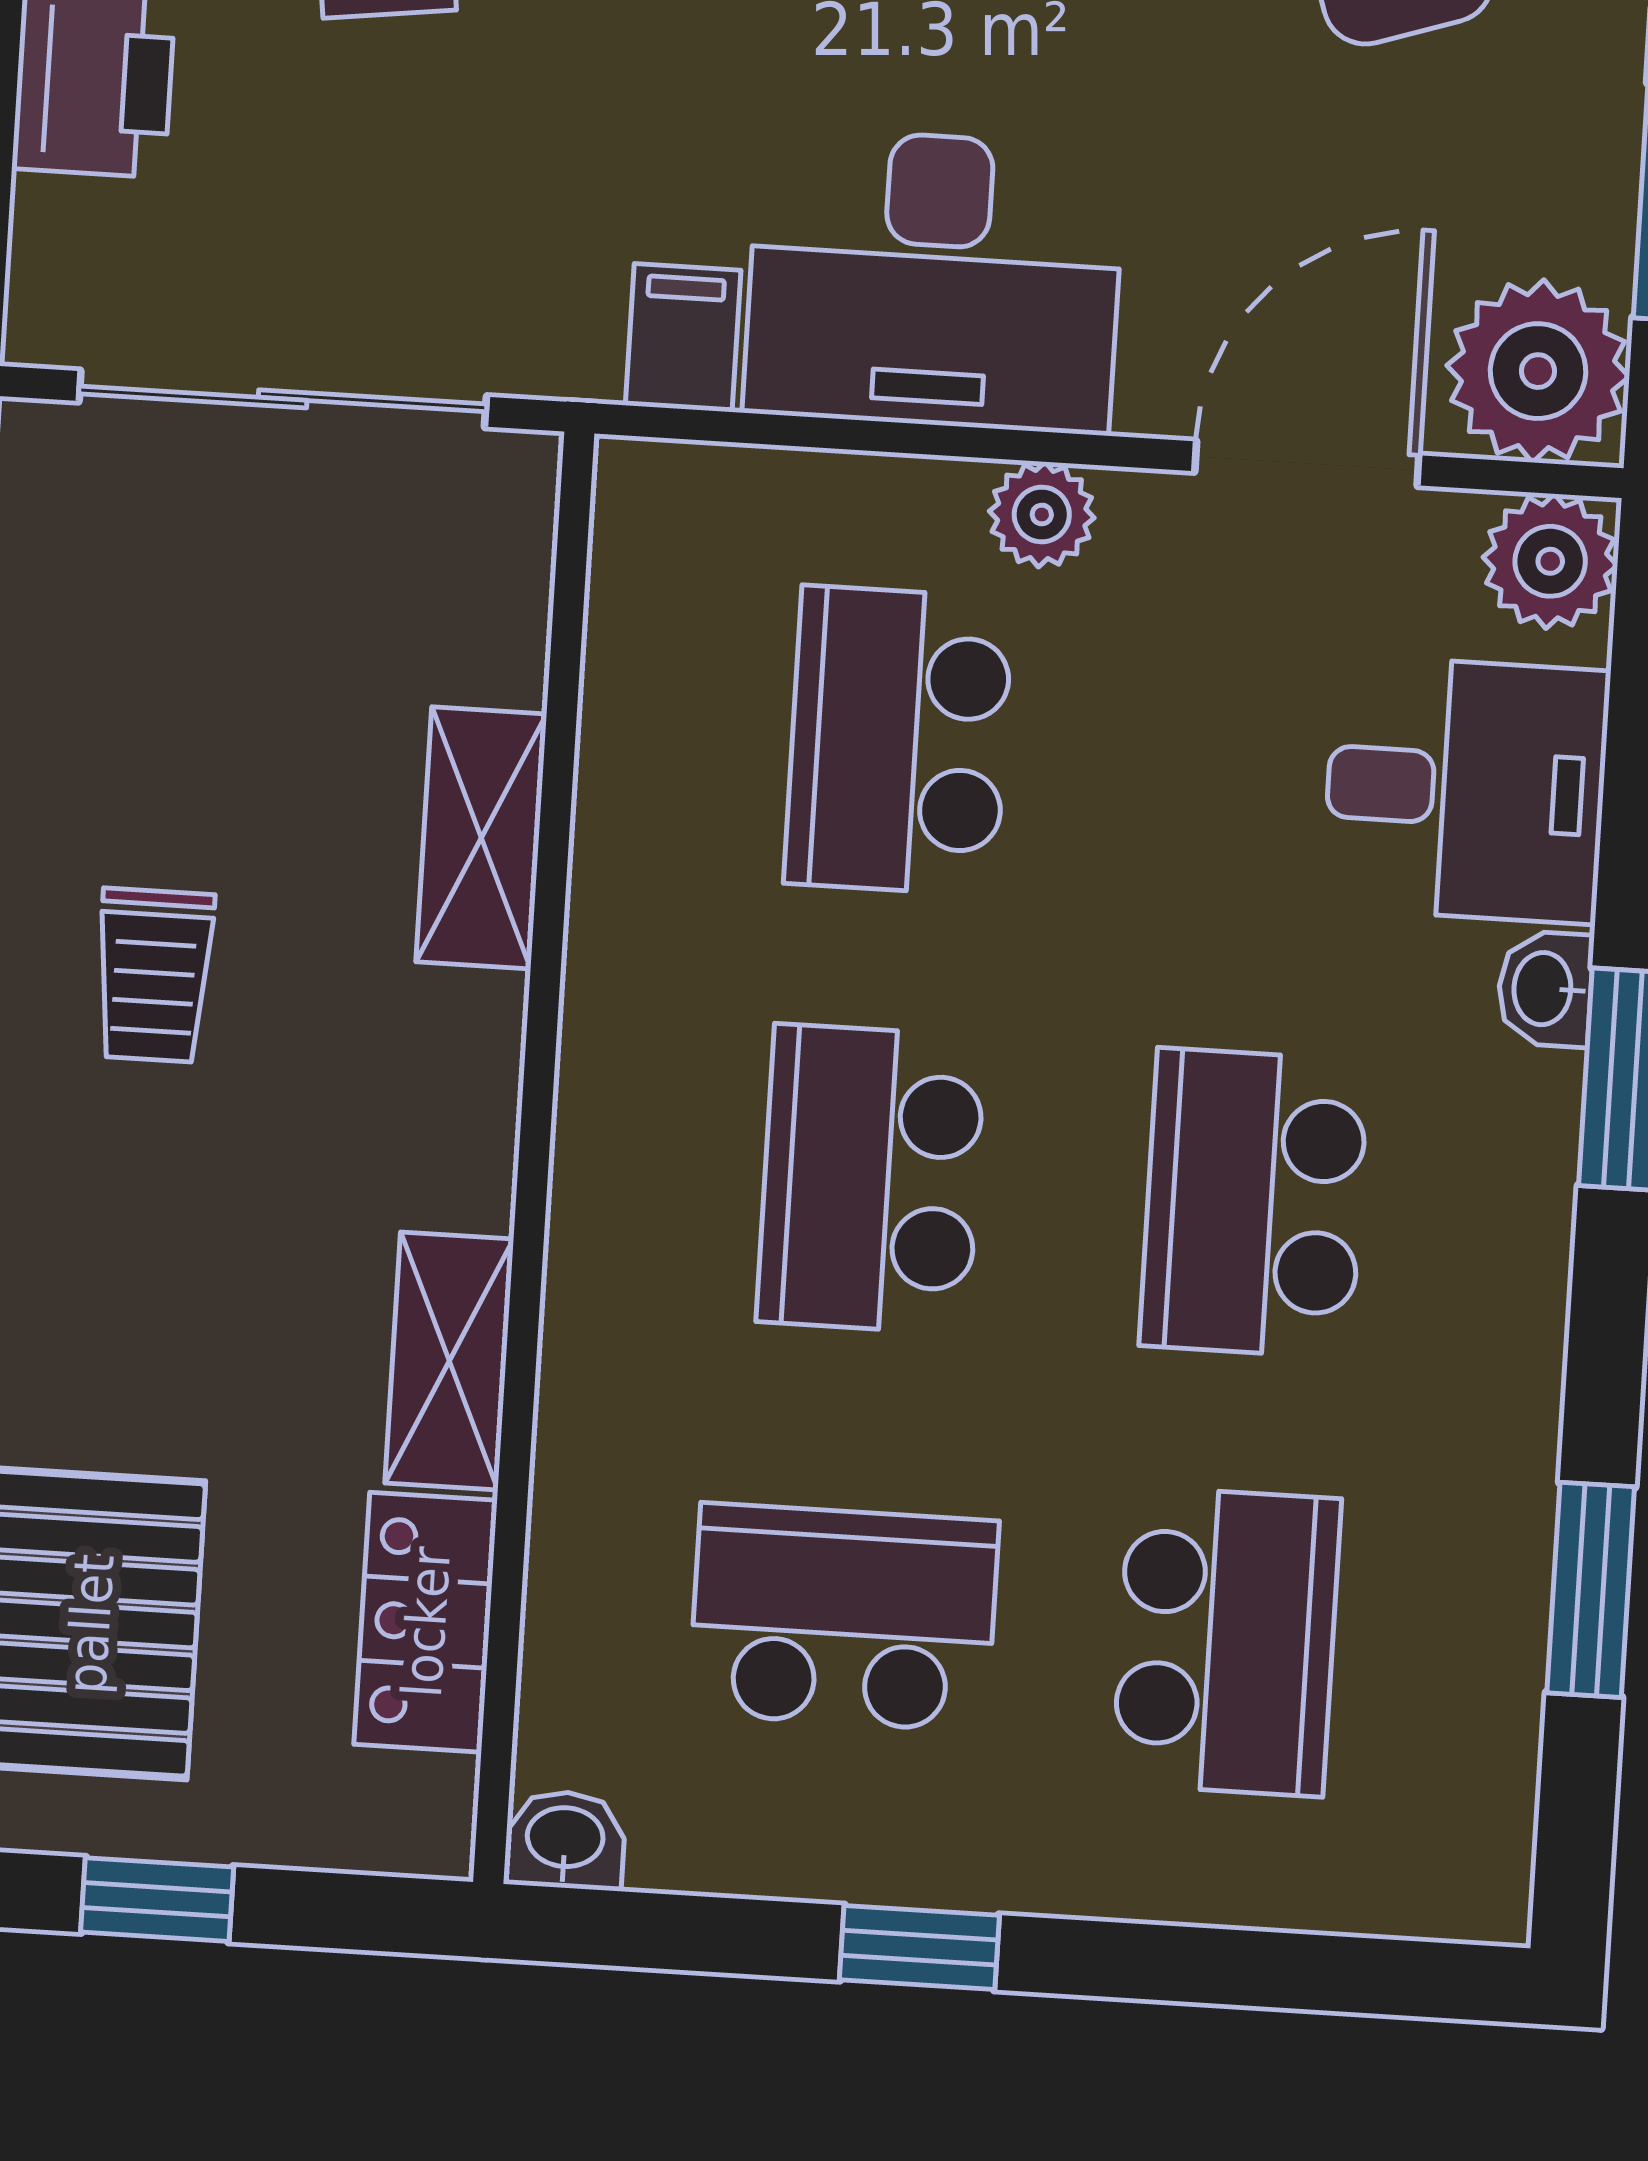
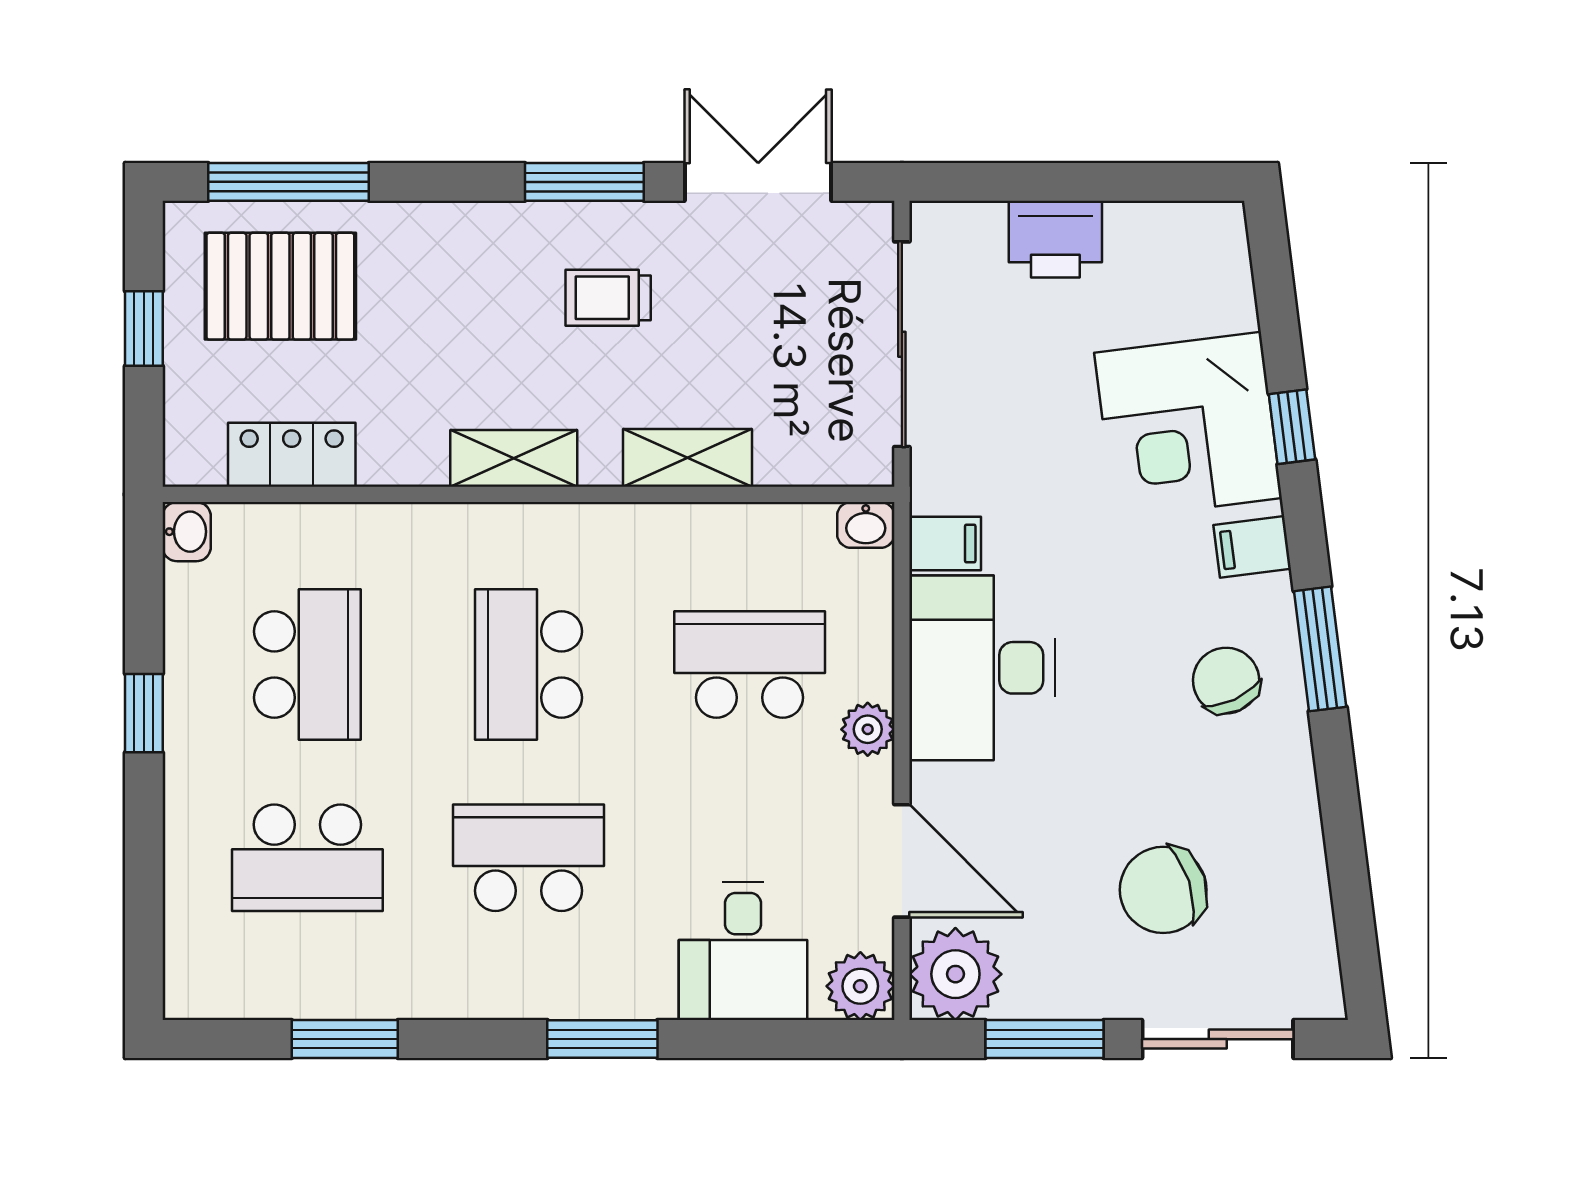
washbasin: (1545, 989) -> (866, 525), moved, turned 180
school desk: (871, 1179) -> (528, 664), turned -90
shelving: (449, 1361) -> (514, 458), moved

